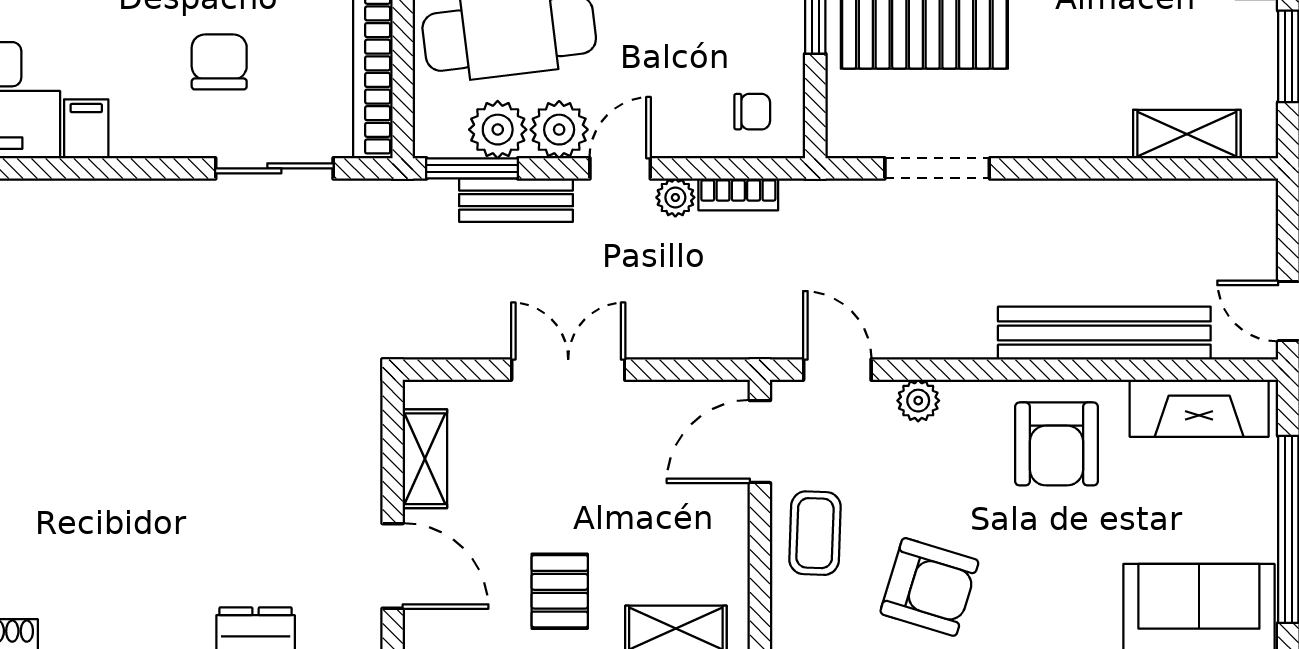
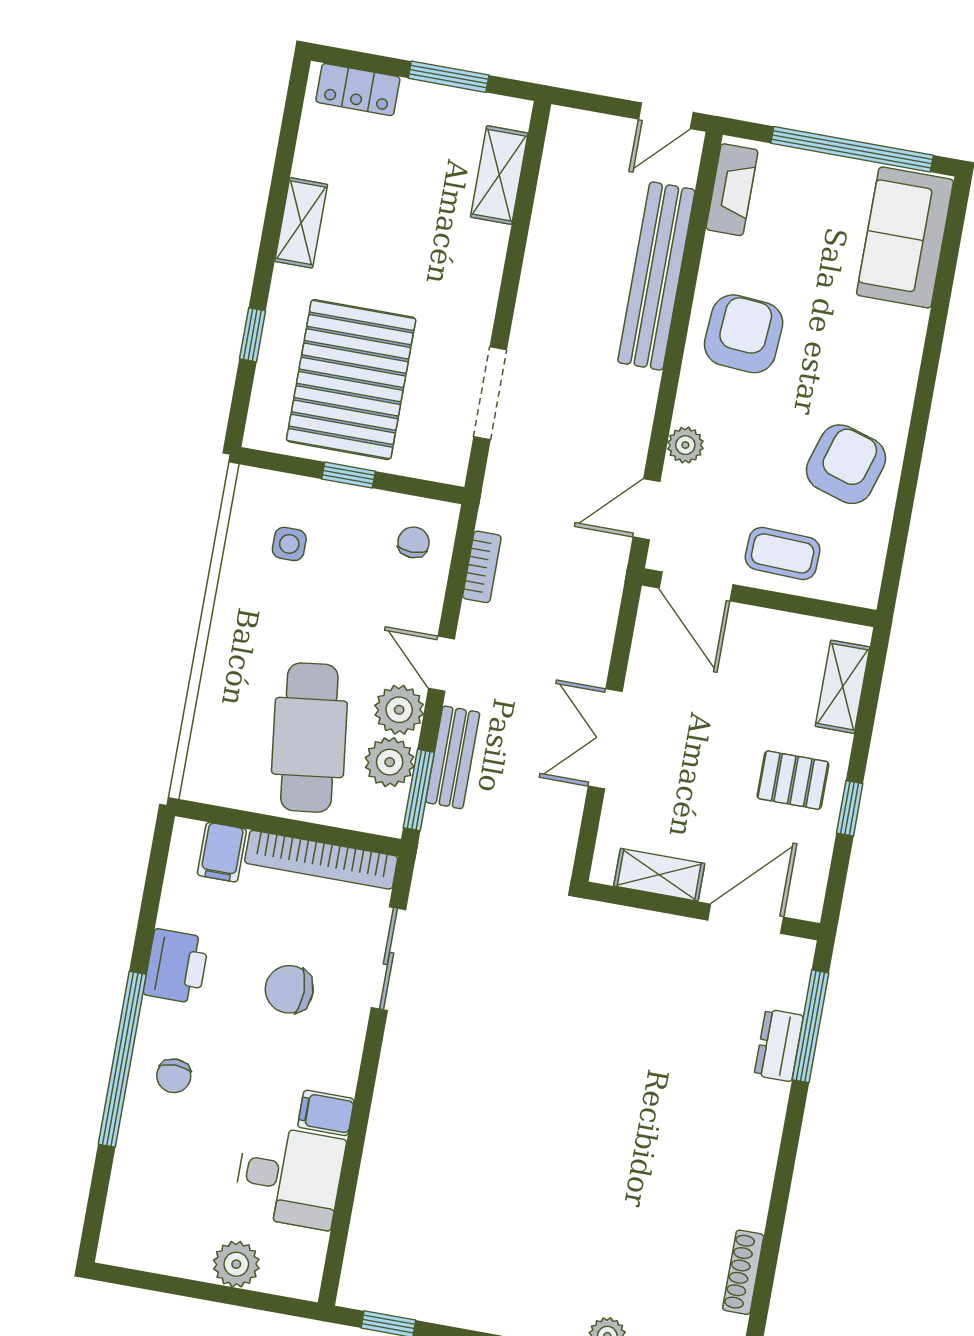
plant: (675, 197) -> (475, 621), removed
fireplace: (1199, 408) -> (732, 190), width x0.73, depth x0.76
armchair: (1056, 444) -> (744, 334), turned -86

